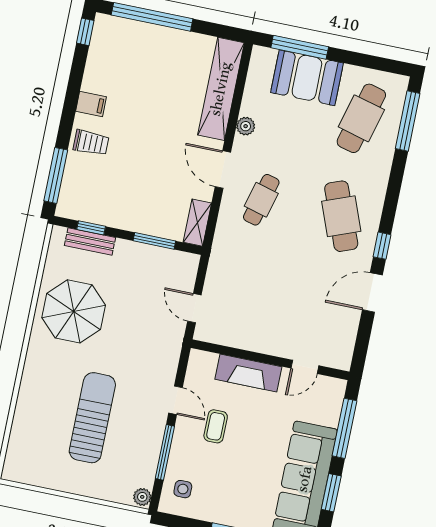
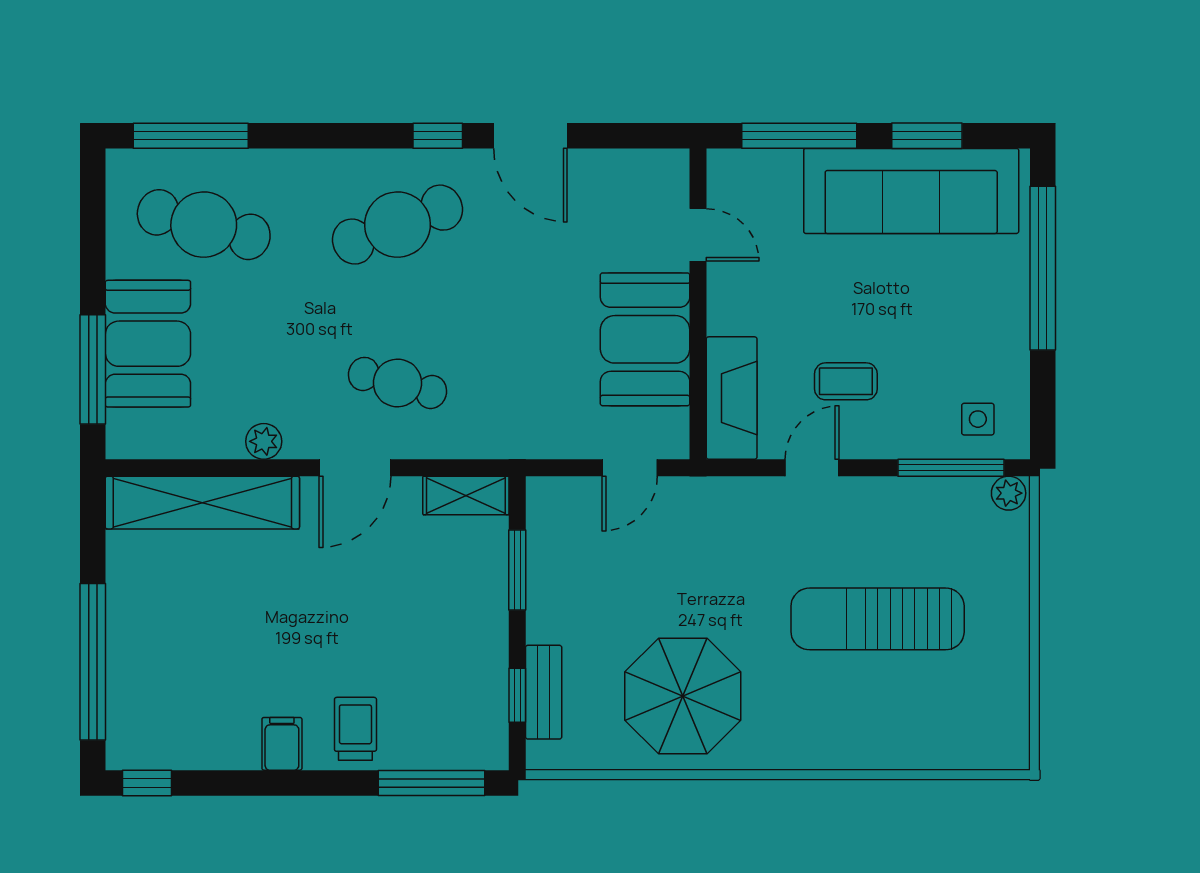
booth: (258, 329) -> (645, 339), added
fireplace: (248, 373) -> (732, 398), moved
window: (165, 452) -> (951, 468), moved

